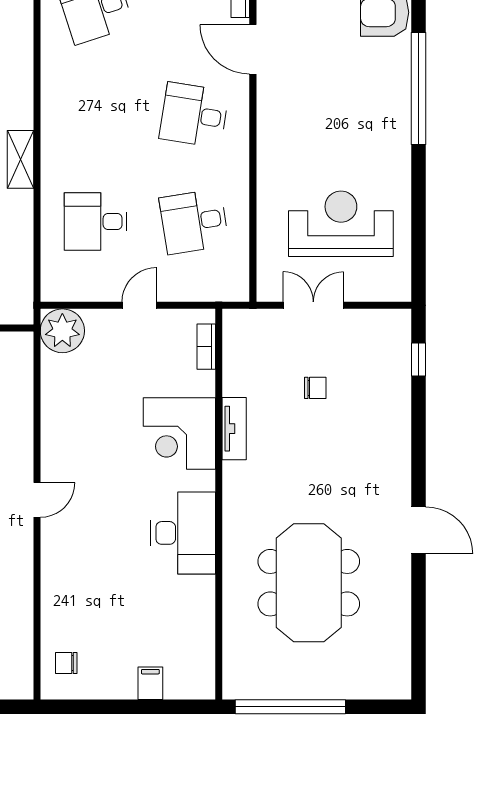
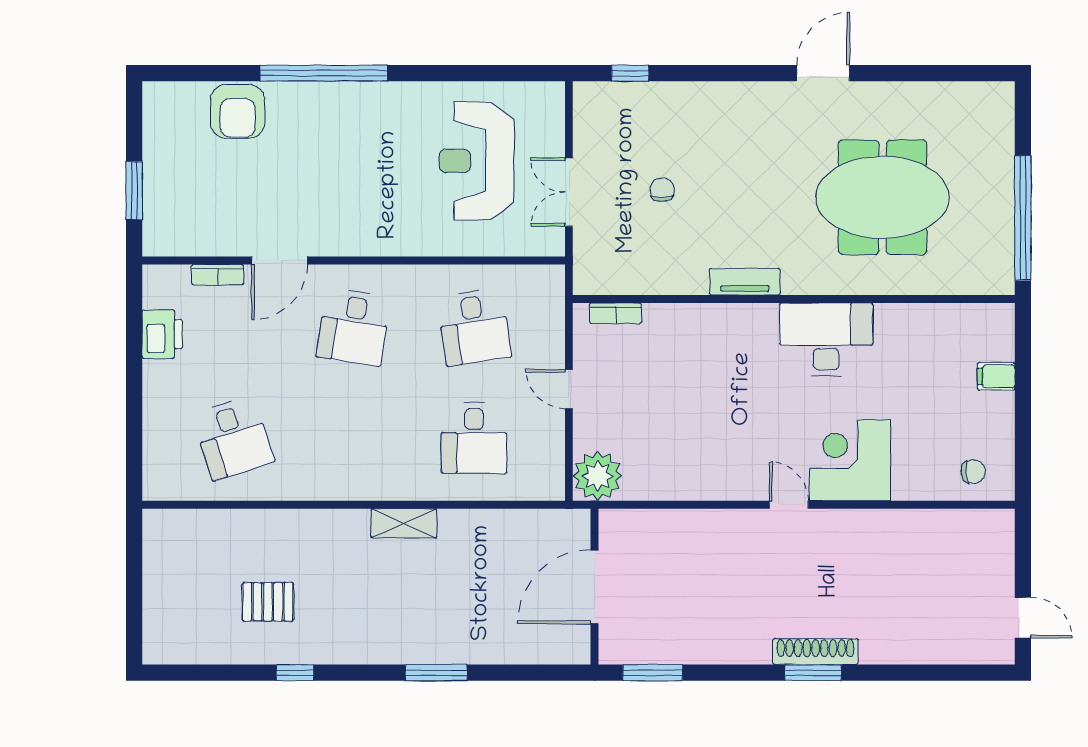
tv unit: (234, 429) -> (745, 282), moved
corner desk: (179, 433) -> (850, 460), moved, turned 180
chair: (66, 663) -> (973, 472), turned -94

